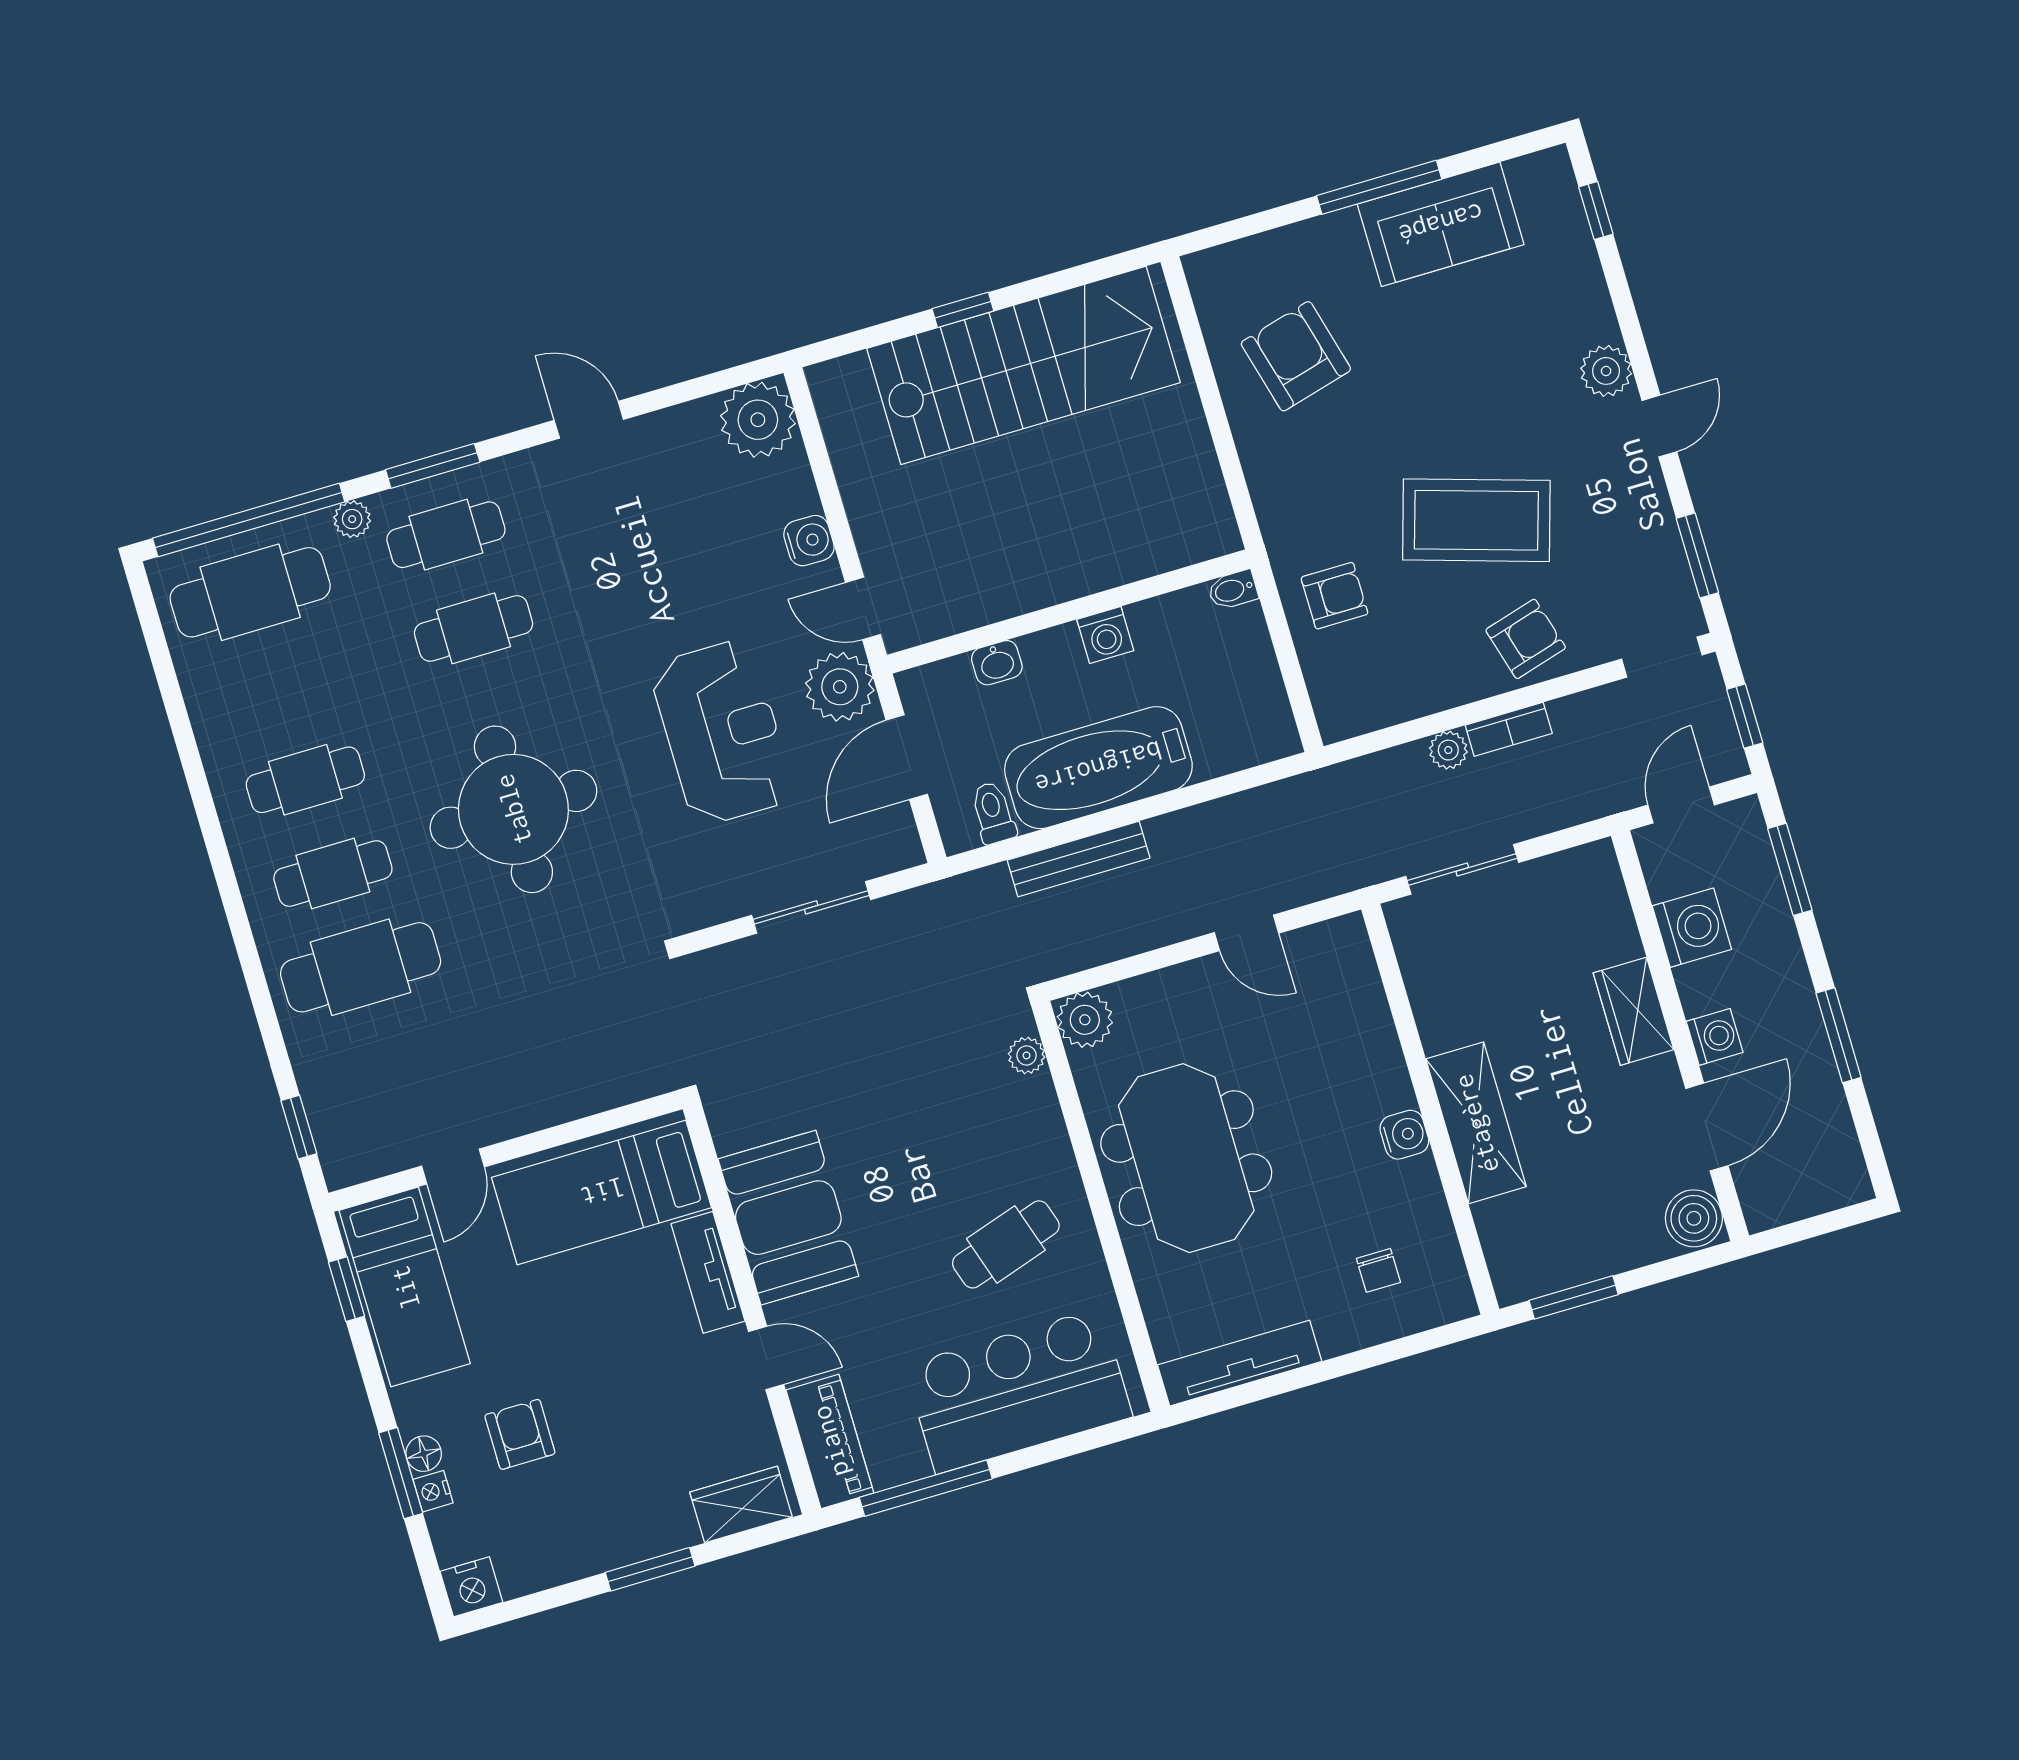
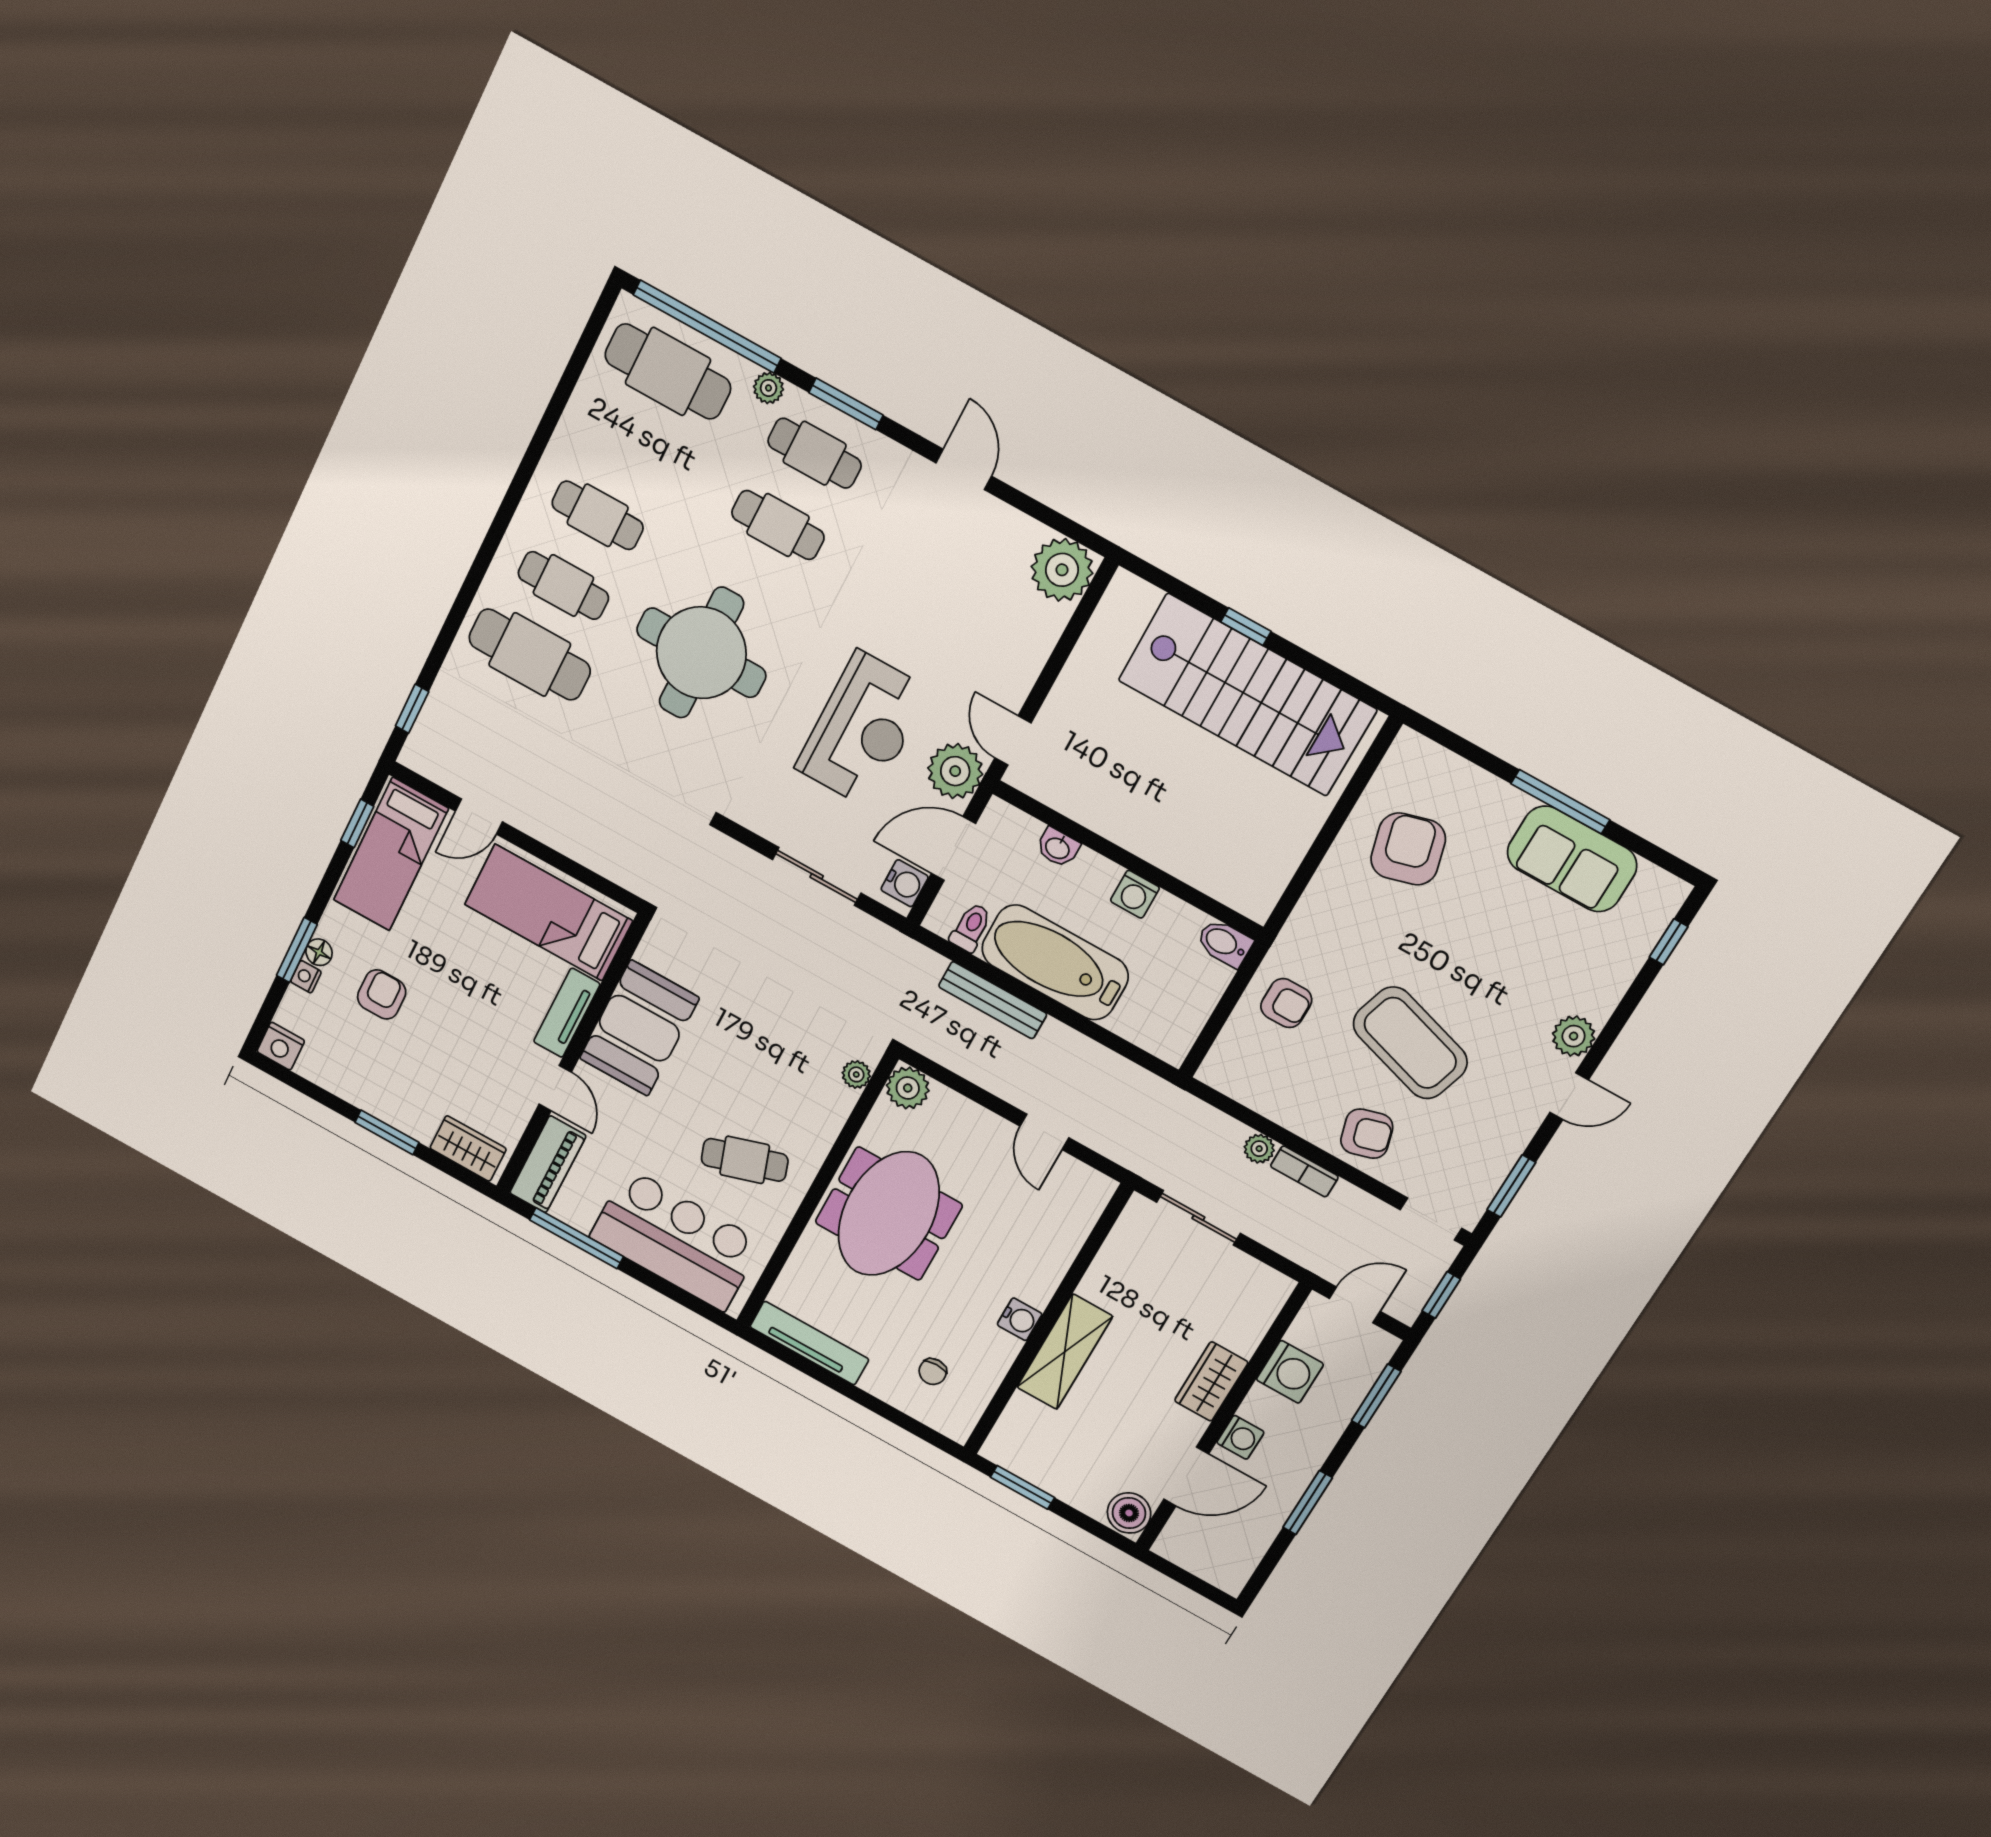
water cooler: (809, 541) -> (905, 883), moved
bidet: (1233, 590) -> (1224, 943), width x1.38, depth x1.36

